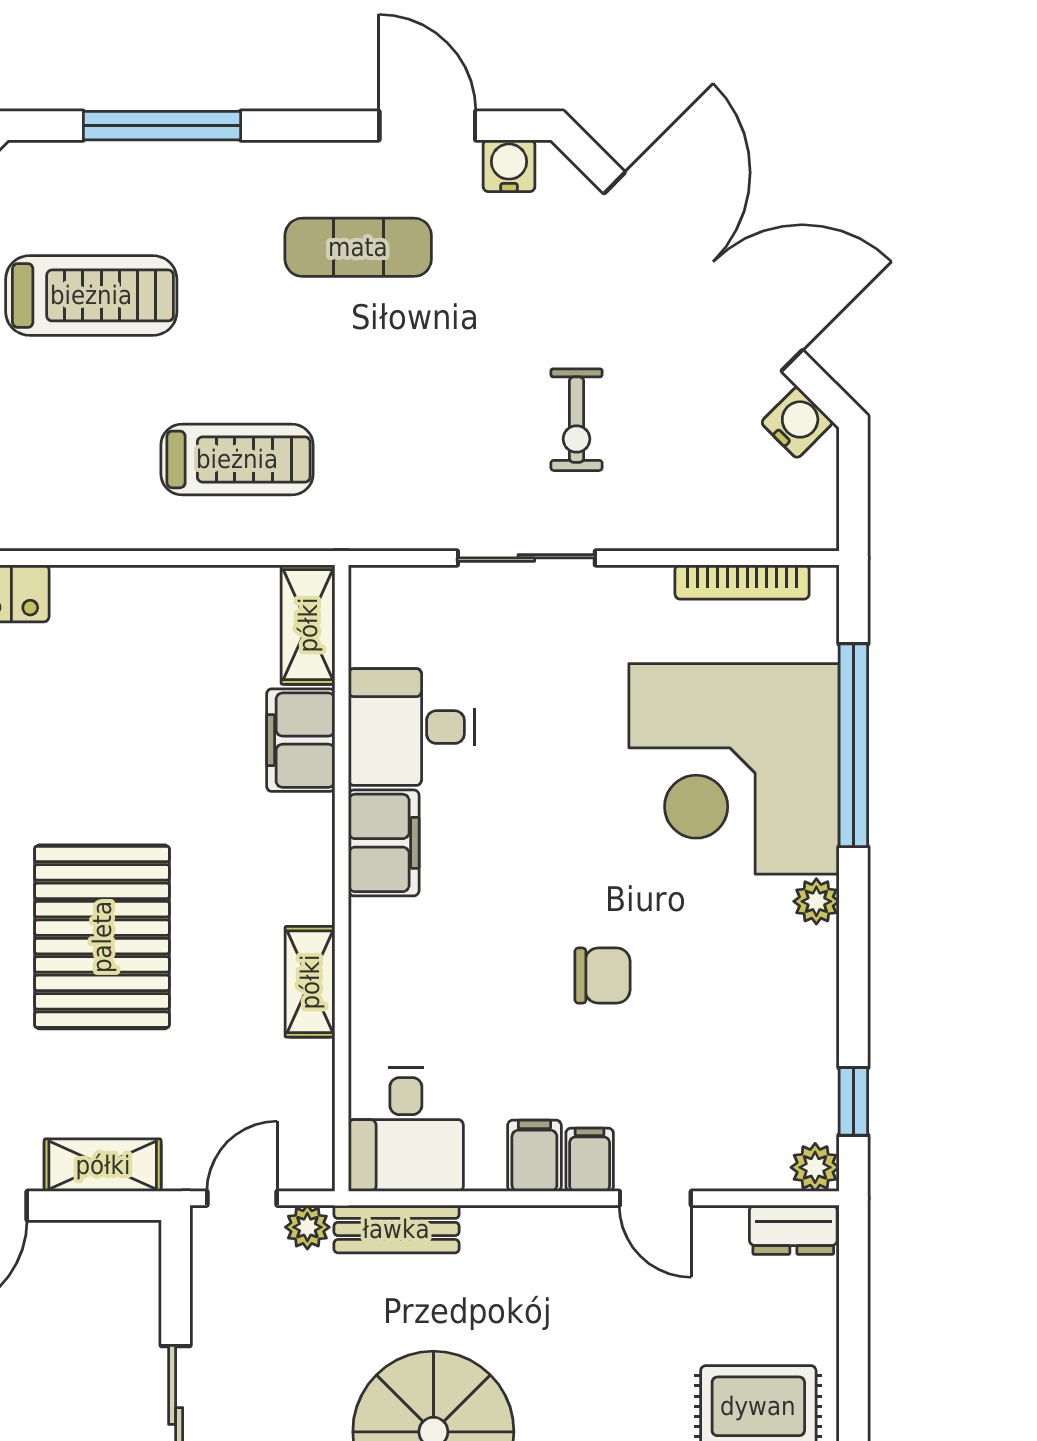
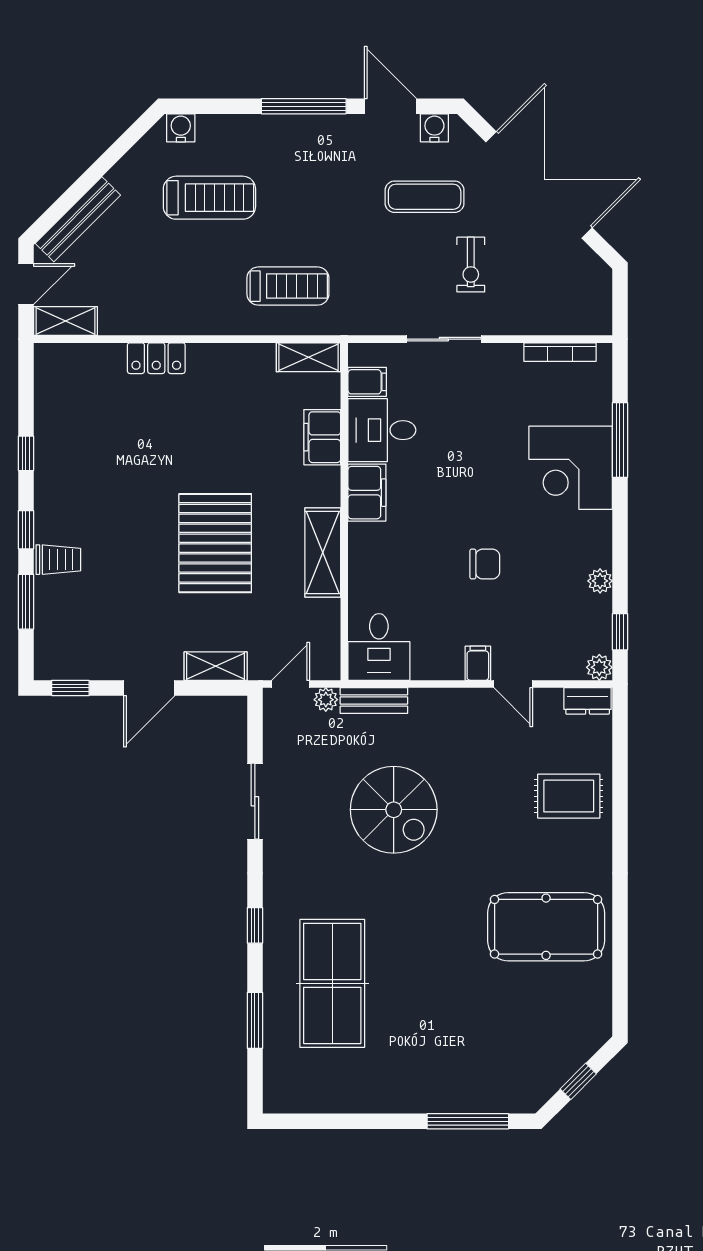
window: (162, 126) -> (304, 106), moved
exercise mat: (358, 247) -> (425, 197), moved
water cooler: (797, 422) -> (181, 128), moved, turned -45
shelving: (308, 625) -> (308, 357), moved, turned 90
window: (853, 745) -> (620, 440), width x0.68
corner desk: (734, 769) -> (571, 468), width x0.74, depth x0.74
plant: (816, 901) -> (600, 581), moved
shelving: (310, 982) -> (323, 552), width x1.50, depth x1.33
filing cabinet: (534, 1156) -> (367, 382), moved, turned 90

